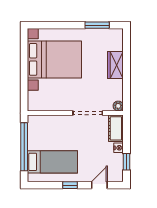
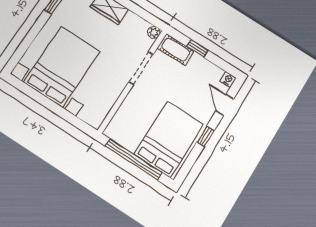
nightstand: (119, 148) -> (228, 80), moved
bed: (52, 162) -> (169, 139), width x1.50
window: (126, 162) -> (197, 48), moved

